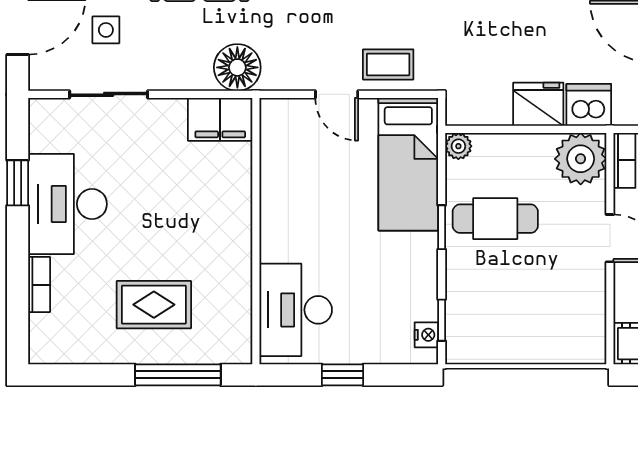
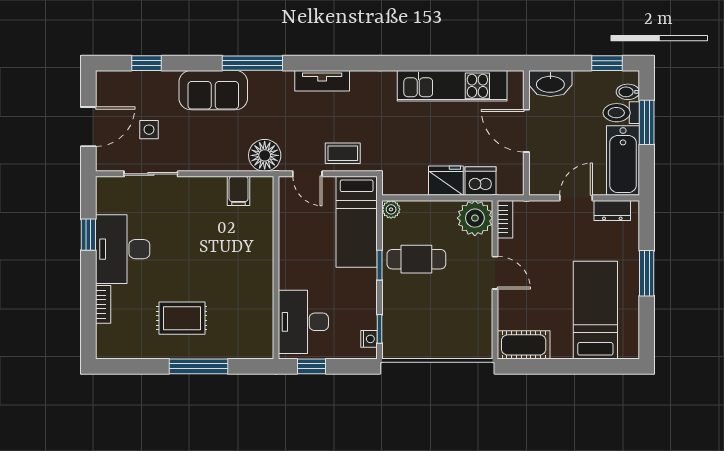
floor lamp: (237, 67) -> (265, 155), moved
filing cabinet: (220, 119) -> (239, 191), width x0.50
wall: (256, 231) -> (276, 268), moved
desk: (296, 310) -> (303, 322), moved

